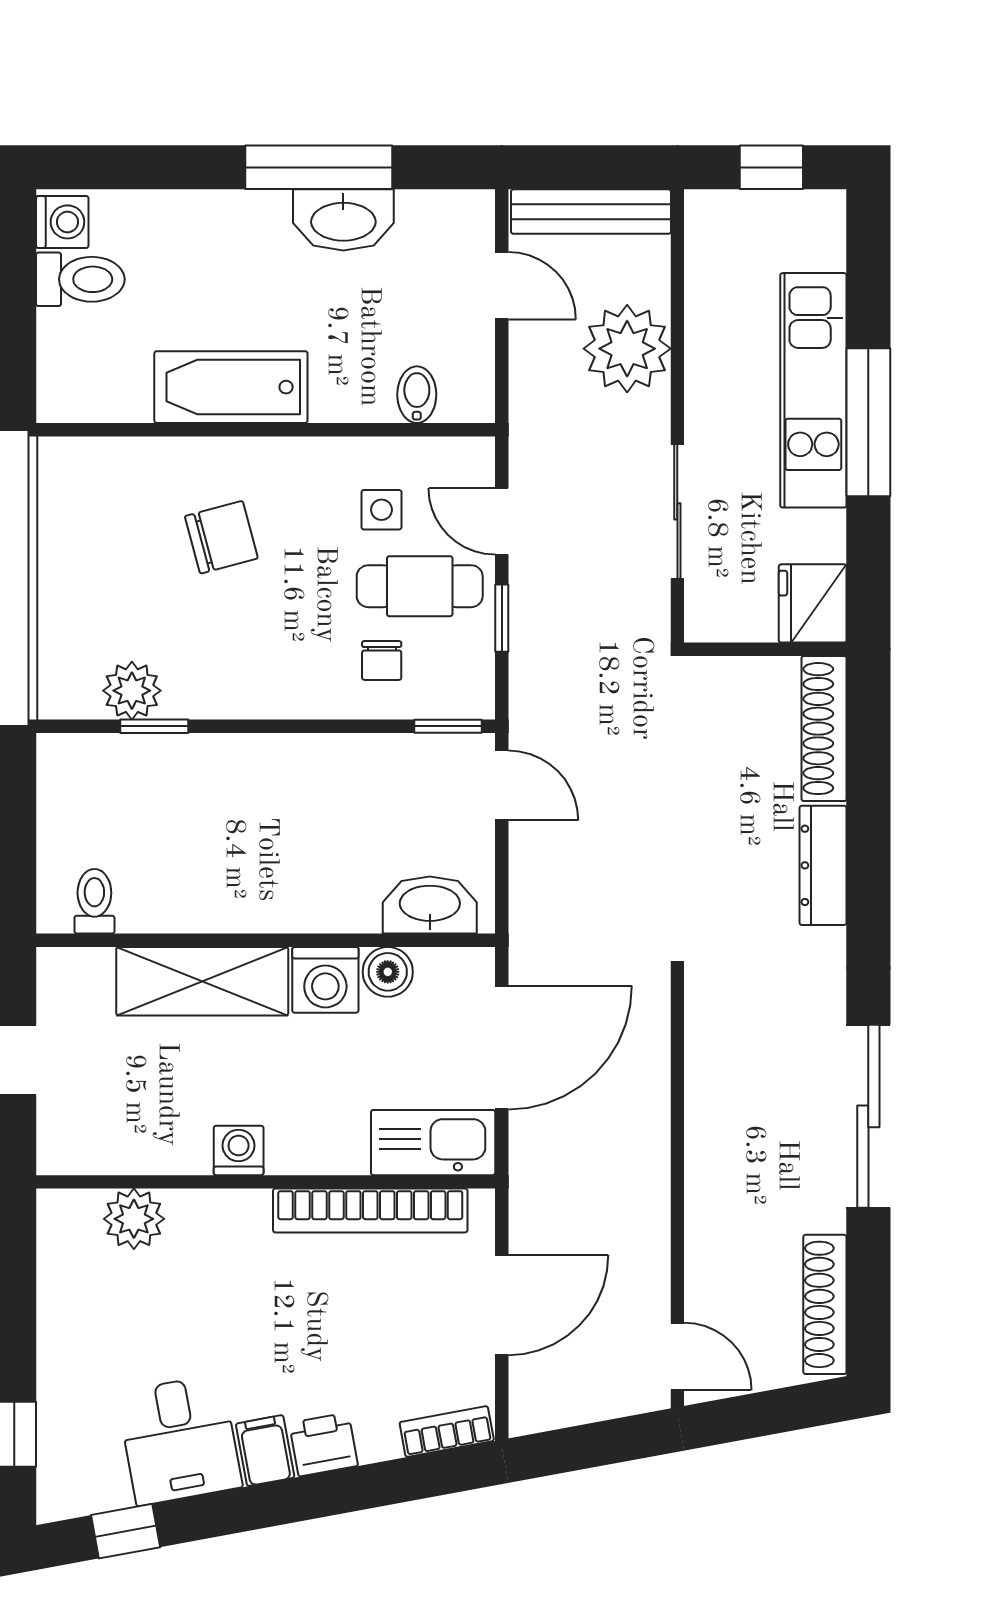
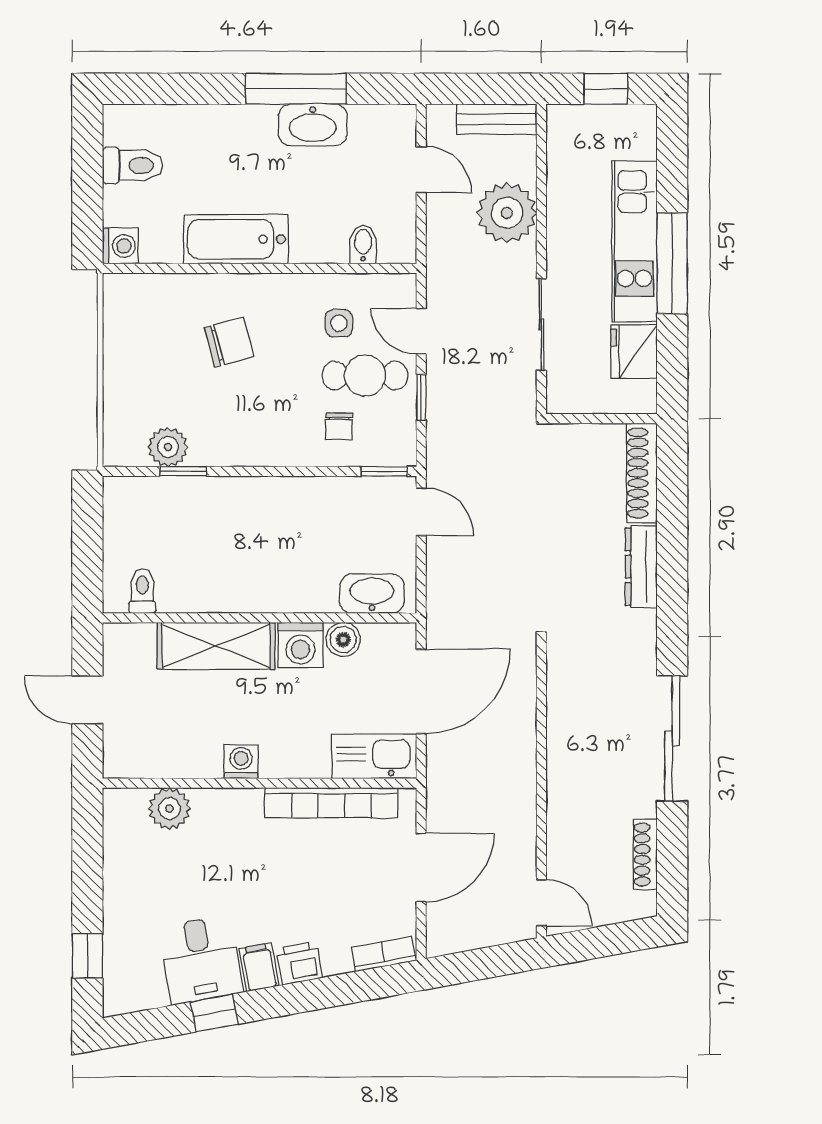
bench: (591, 212) -> (497, 119), width x0.73
washing machine: (62, 222) -> (120, 246), moved
fridge: (813, 603) -> (634, 352), moved
shoe rack: (825, 1304) -> (645, 854), width x0.74, depth x0.81
window: (126, 1531) -> (214, 1013), moved

